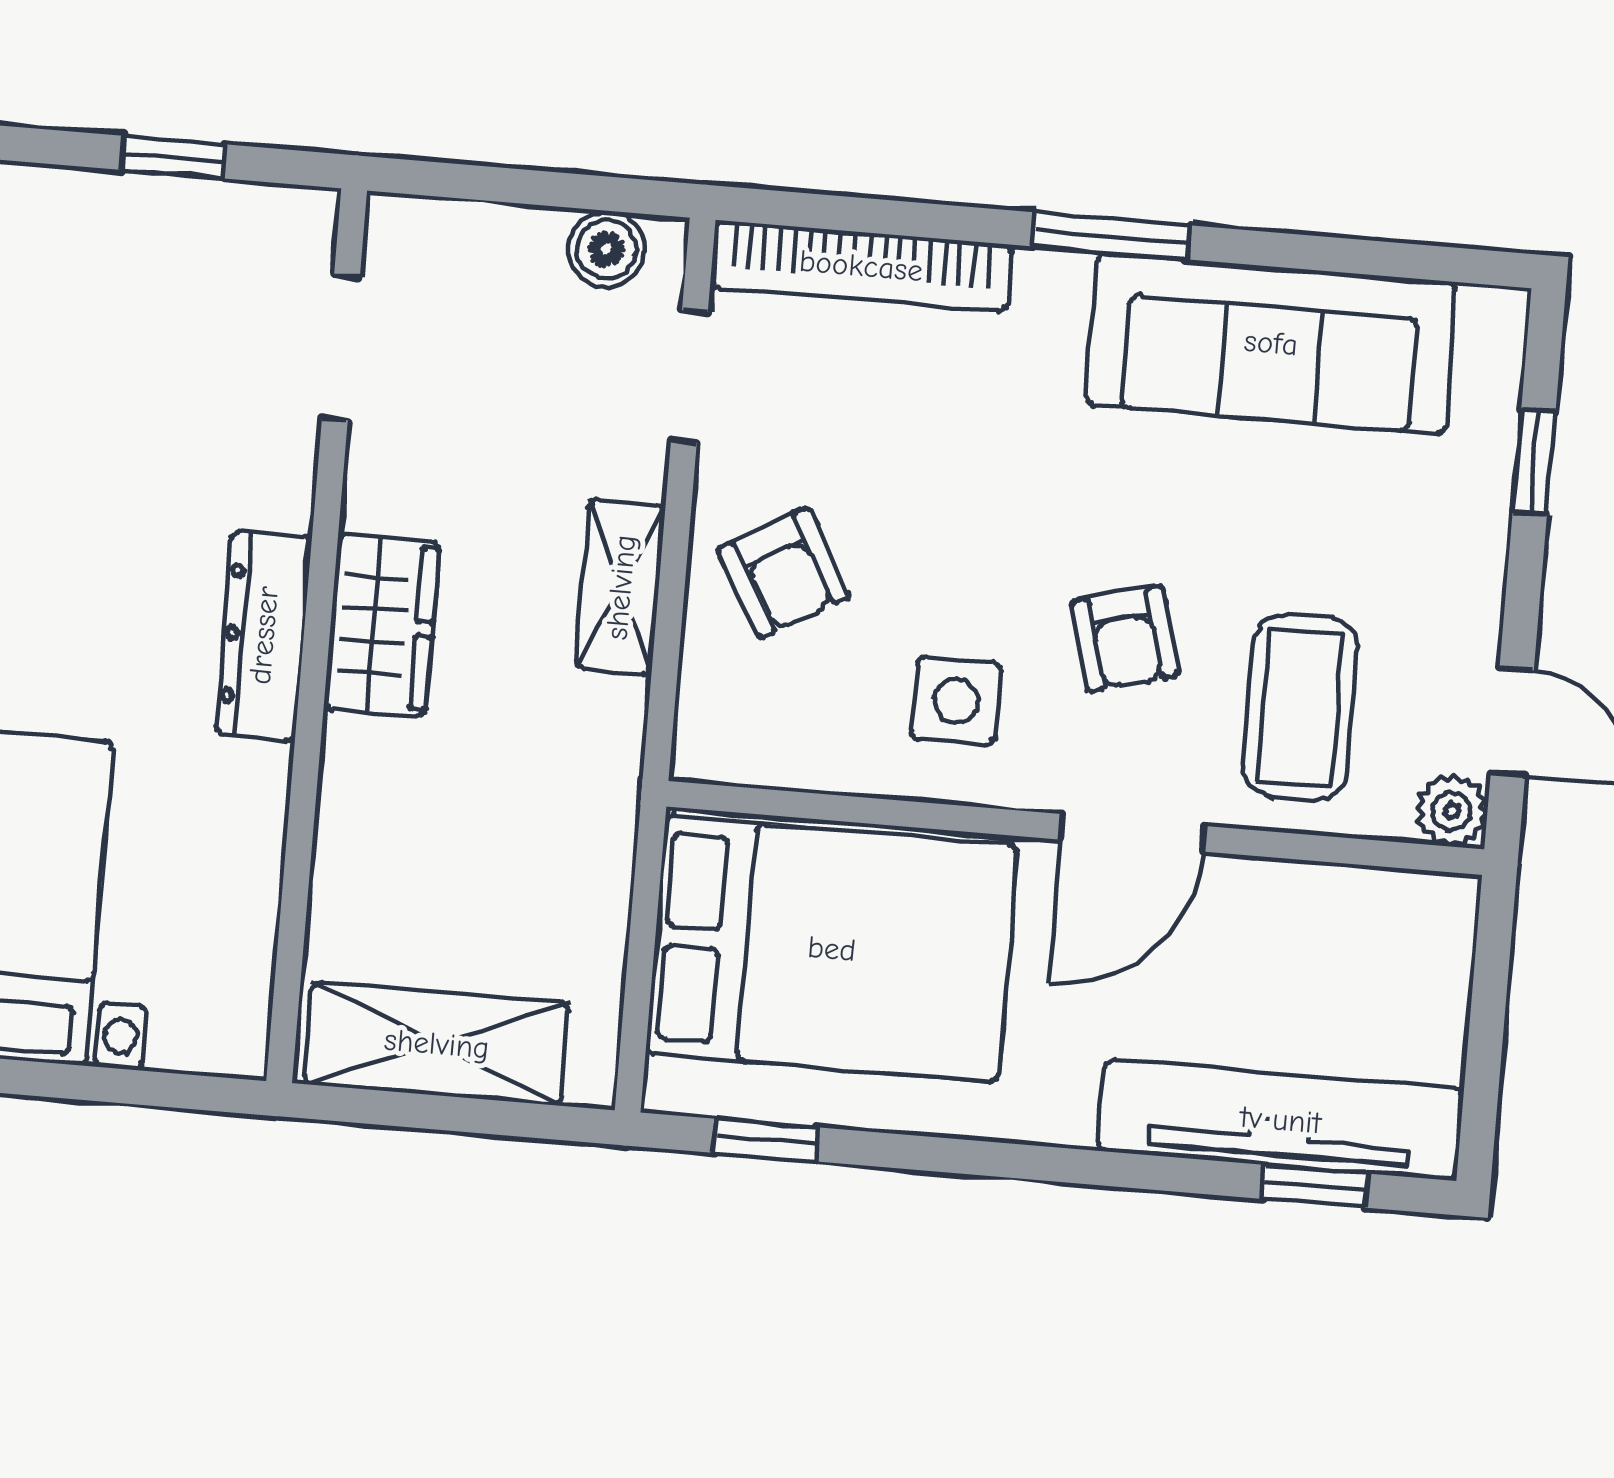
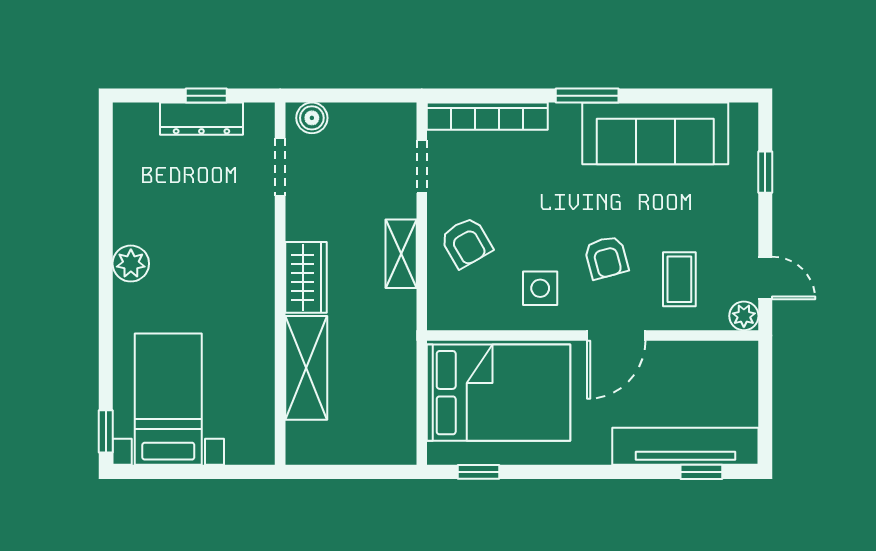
boiler: (606, 249) -> (312, 118), moved
dresser: (264, 635) -> (201, 119), moved, turned -90
coffee table: (1300, 707) -> (679, 279), width x0.73, depth x0.77
shelving: (437, 1044) -> (306, 368), moved, turned 90

